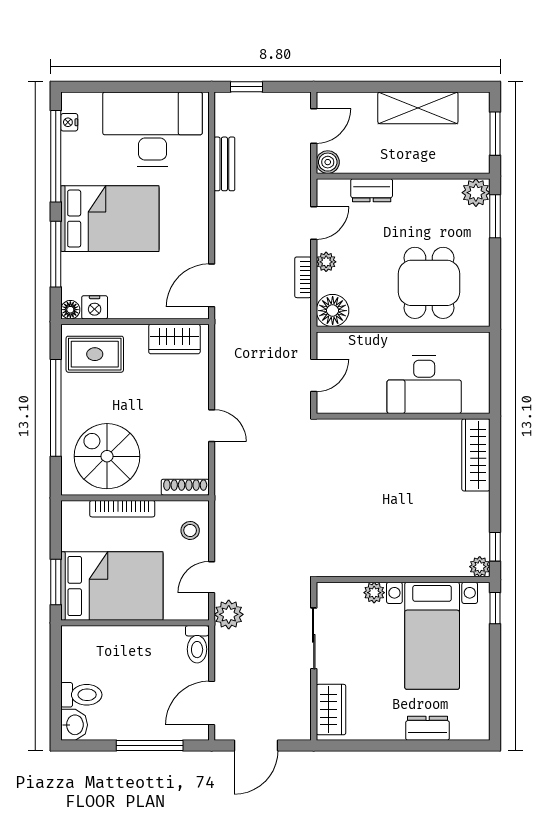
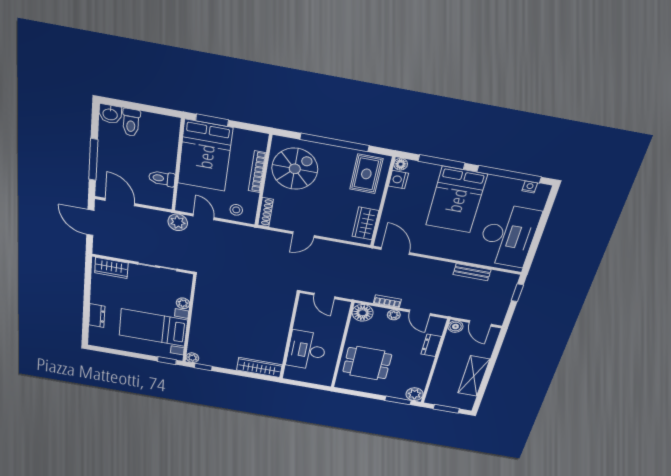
toilet: (197, 644) -> (162, 178), moved

